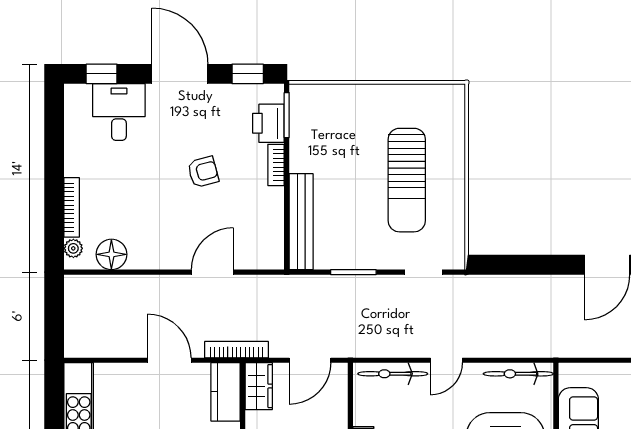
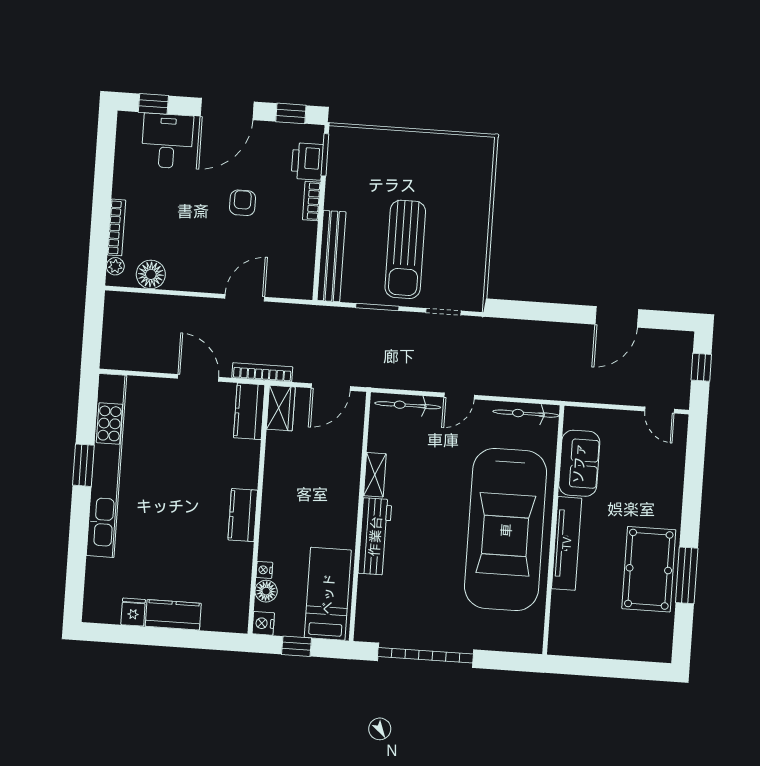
door: (180, 74) -> (227, 109), swing flipped
armchair: (203, 172) -> (243, 203), turned -75
sun lounger: (407, 180) -> (405, 249), moved

